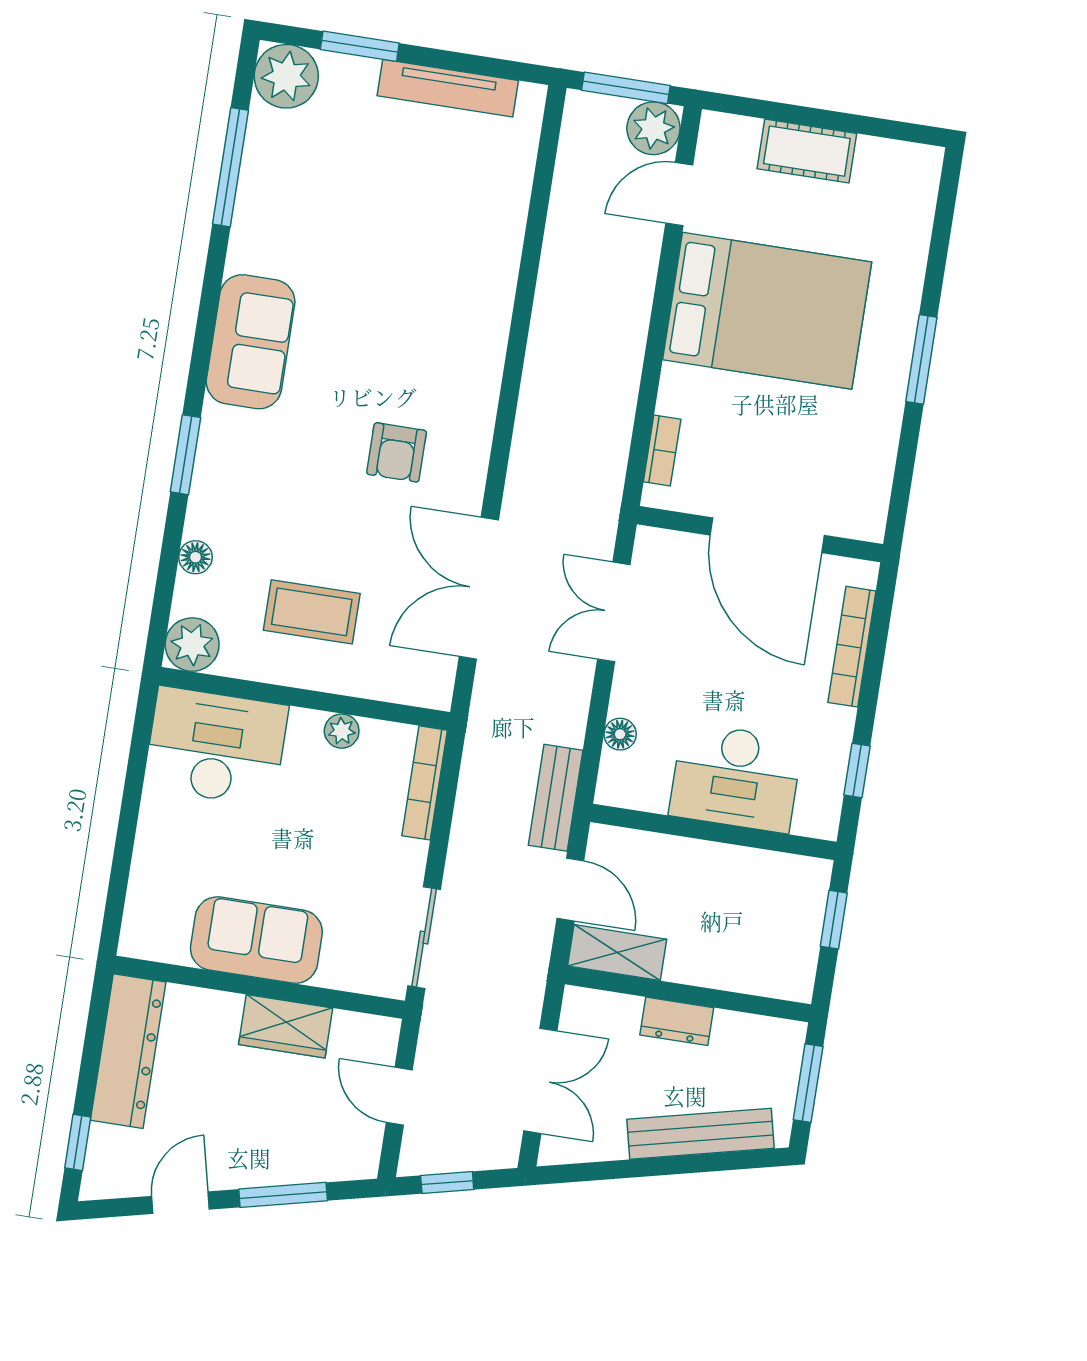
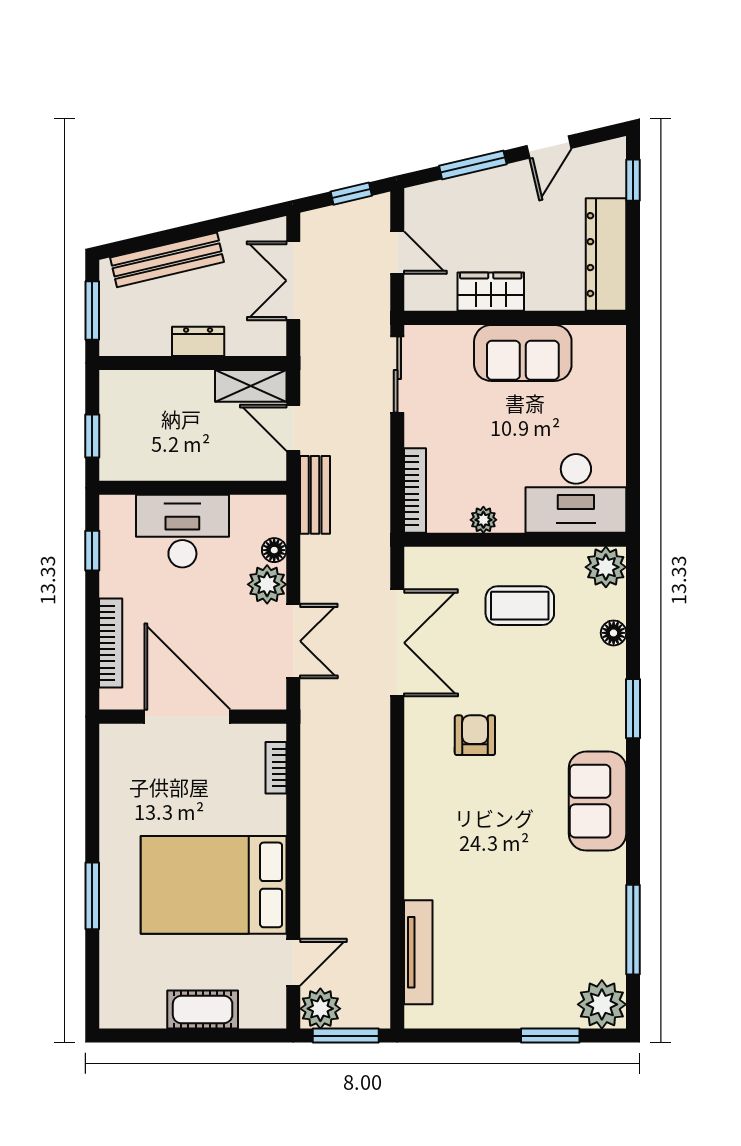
tv unit: (448, 88) -> (418, 952), moved, turned 90
window: (921, 359) -> (92, 896), moved
plant: (636, 691) -> (267, 584), added

